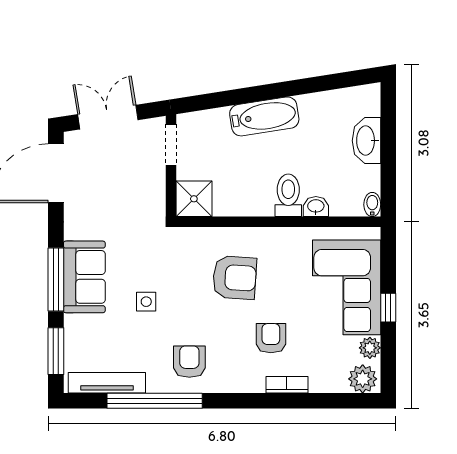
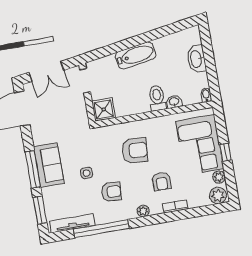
double door: (108, 117) -> (46, 71), swing flipped
armchair: (271, 338) -> (162, 181), turned 180
armchair: (189, 362) -> (111, 192), moved, turned 94
plant: (231, 383) -> (143, 211), added

